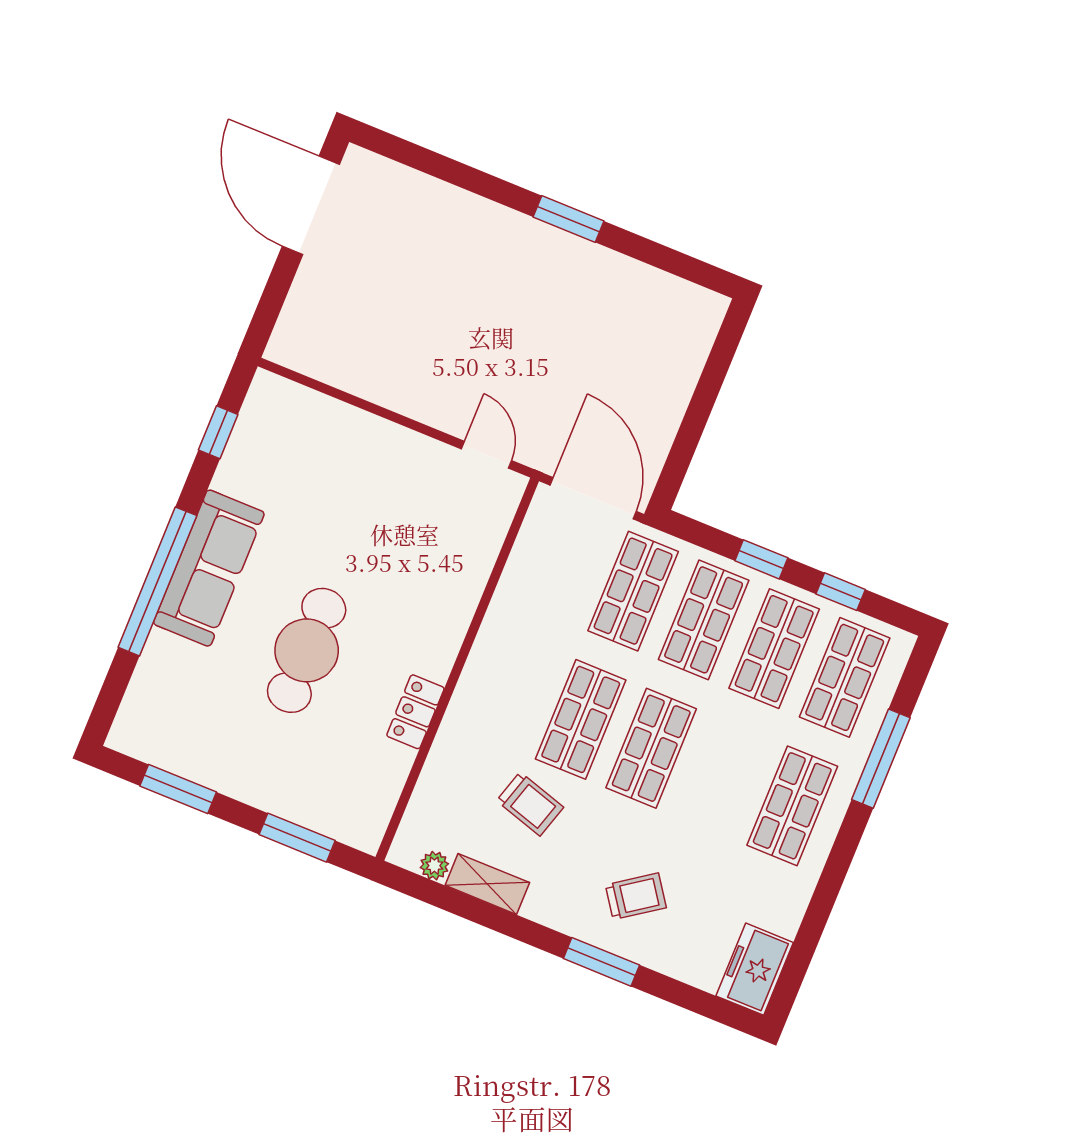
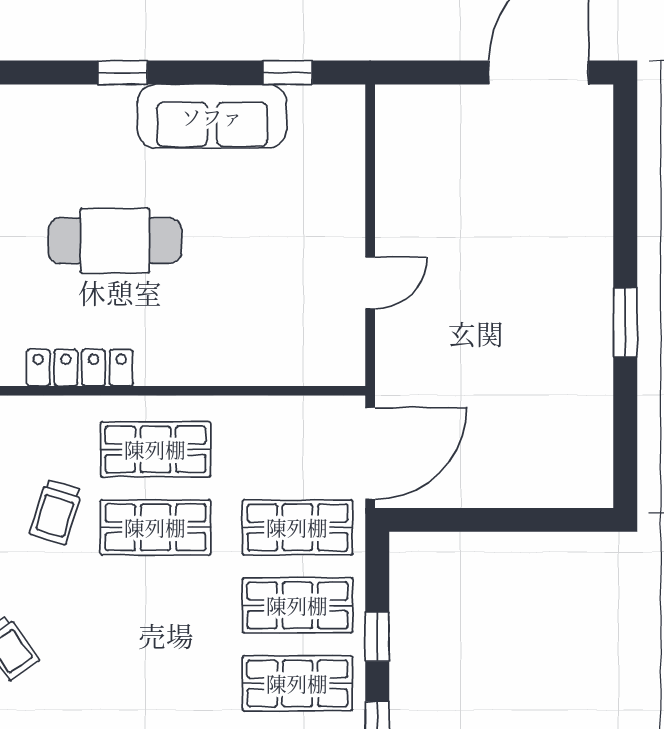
door: (486, 455) -> (370, 283), moved
sofa: (209, 568) -> (212, 116), moved
window: (157, 581) -> (123, 73), width x0.32
locker: (415, 712) -> (80, 368), width x1.53
shop shelf: (651, 748) -> (155, 449), moved

